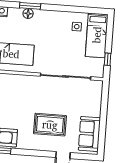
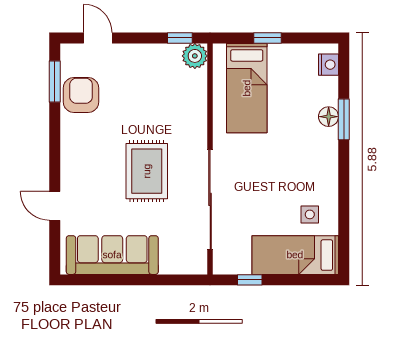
rug: (50, 125) -> (147, 171), moved
sofa: (89, 134) -> (112, 255), width x1.36

